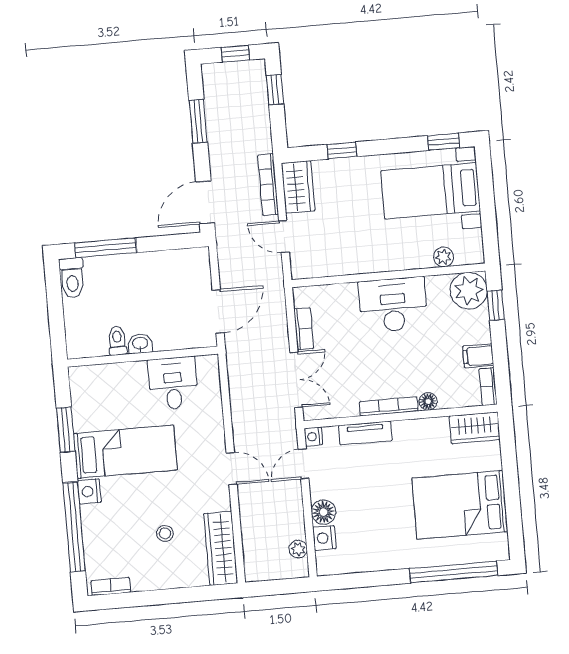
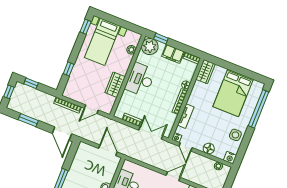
wardrobe: (298, 187) -> (115, 85), moved, turned -90
filing cabinet: (478, 356) -> (173, 54), width x2.00
nightstand: (324, 538) -> (230, 158), moved
side table: (378, 552) -> (235, 135), added

